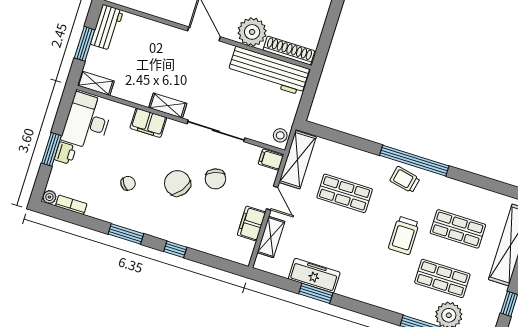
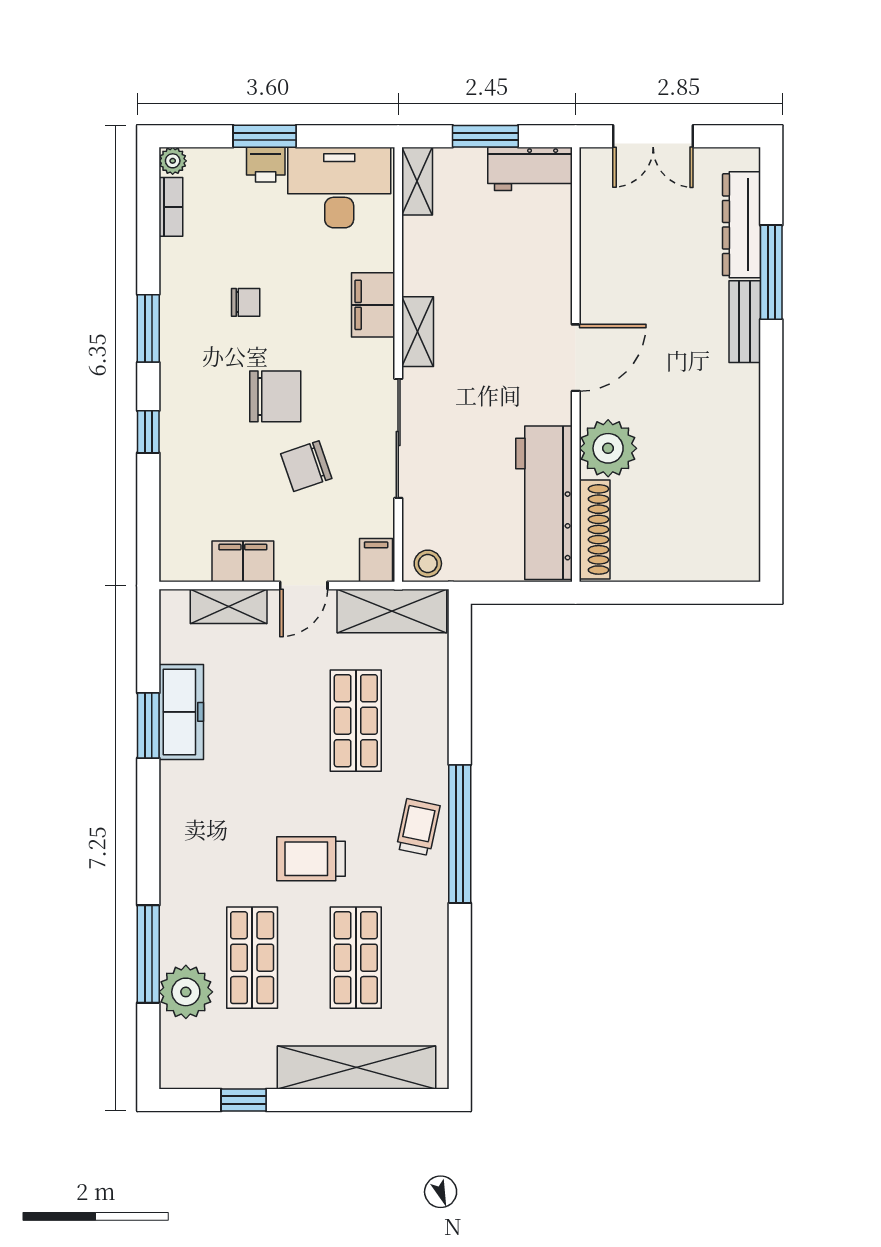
chair: (128, 183) -> (246, 302), turned -53
chair: (177, 183) -> (275, 396), turned 54

